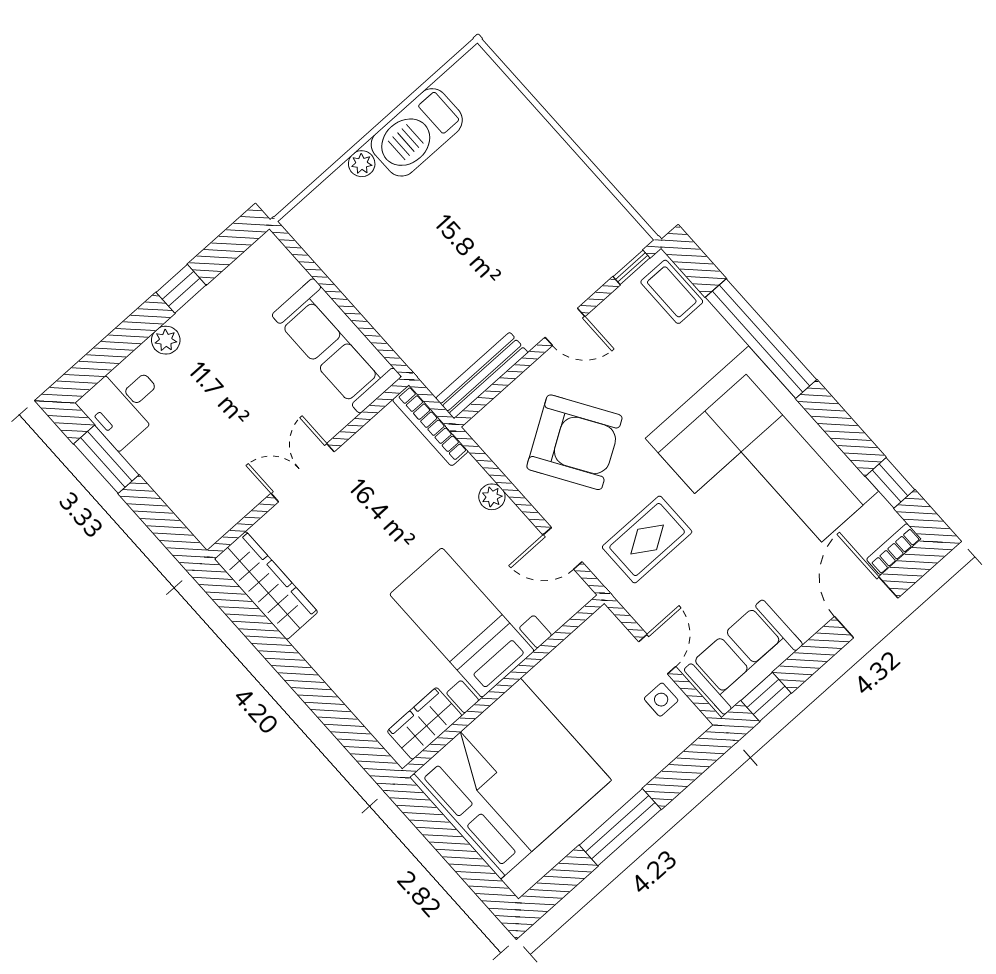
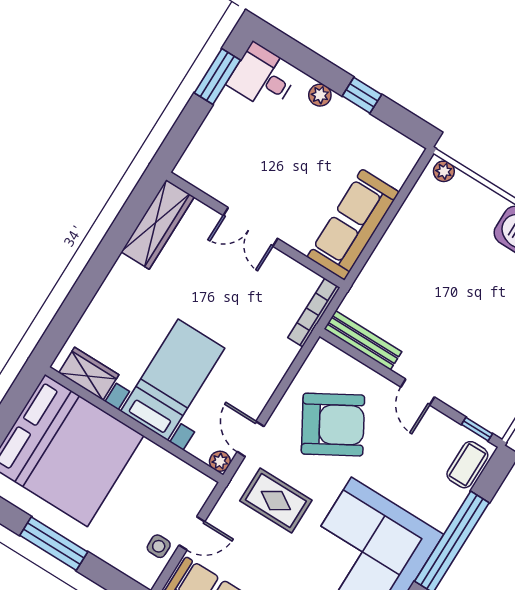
plant: (362, 164) -> (444, 171), moved
armchair: (574, 442) -> (333, 425), turned -88
double door: (303, 473) -> (250, 227), swing flipped
plant: (492, 497) -> (220, 461), moved

